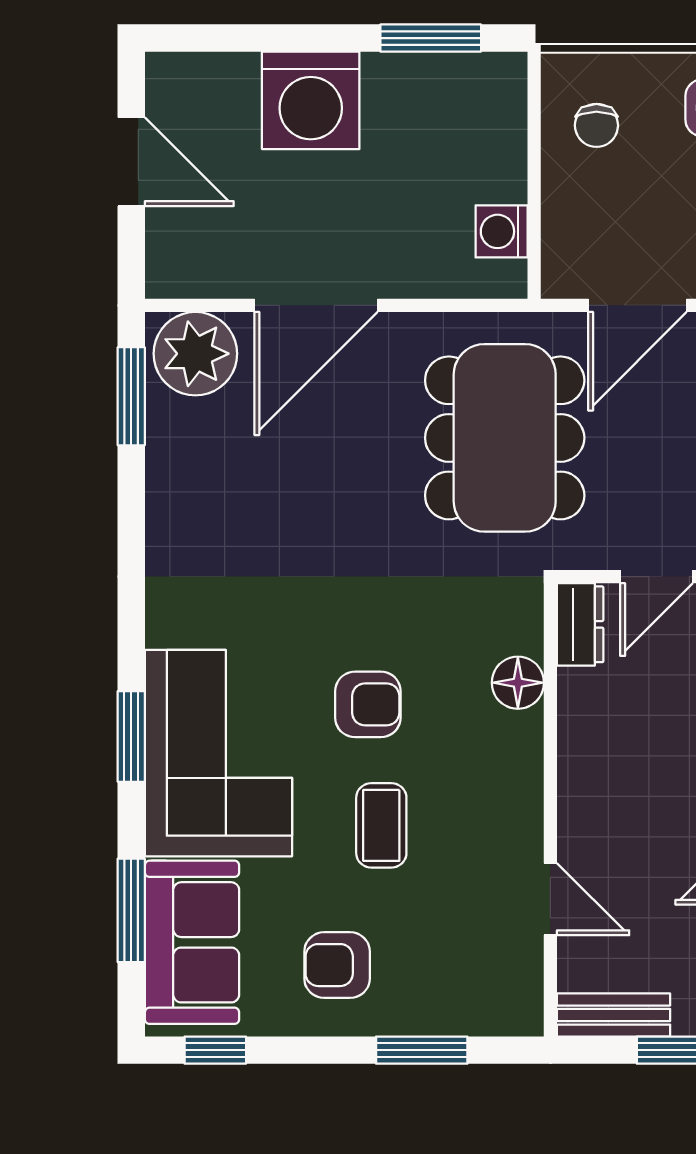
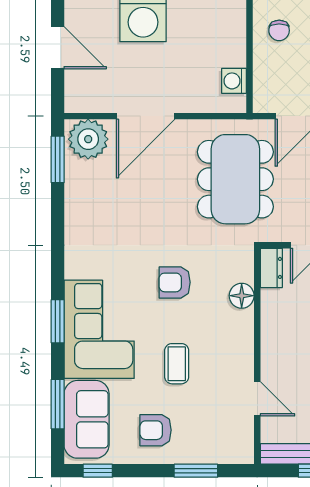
armchair: (368, 704) -> (175, 282), moved, turned 180

